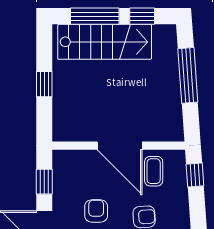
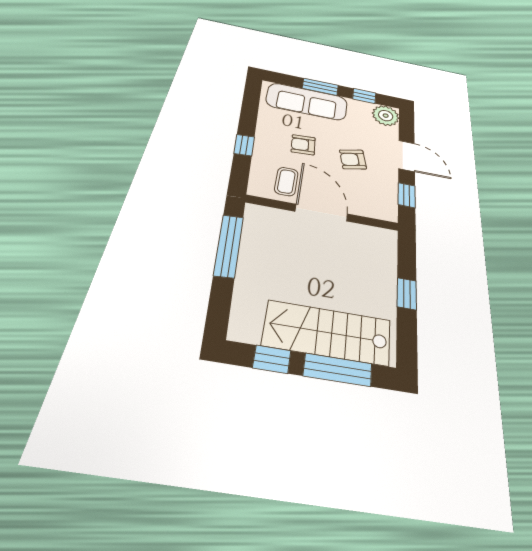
window: (188, 75) -> (229, 246), moved
window: (195, 175) -> (244, 145), moved
armchair: (96, 211) -> (353, 159), turned 77

